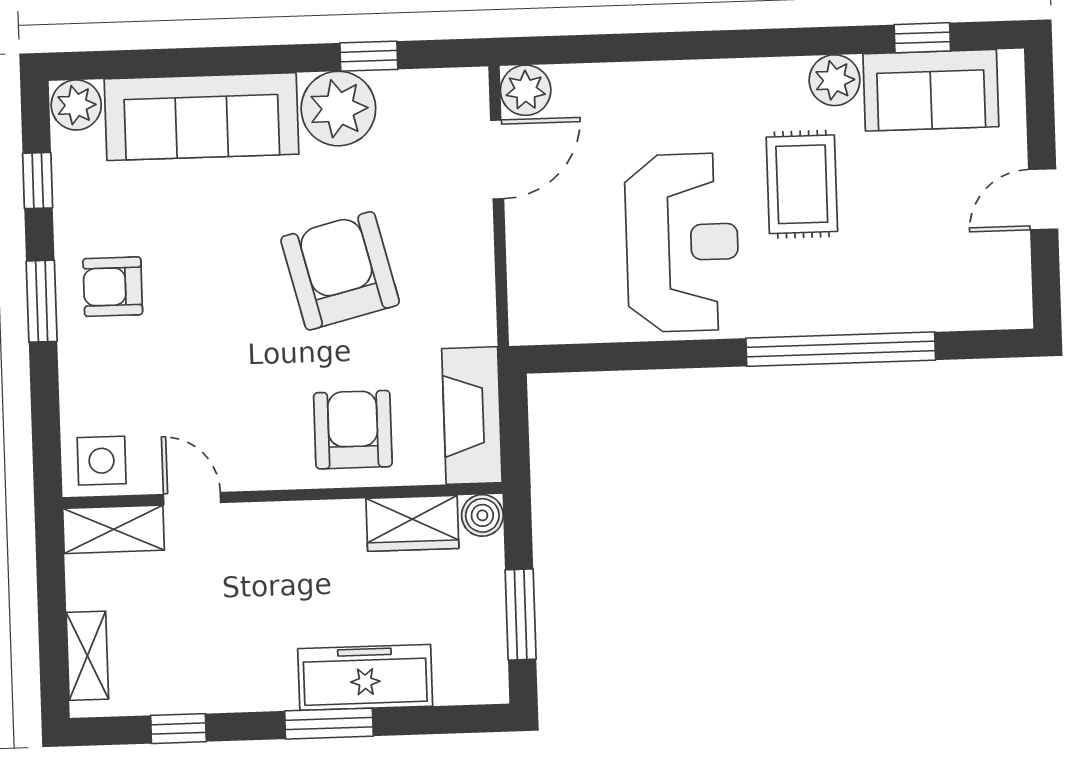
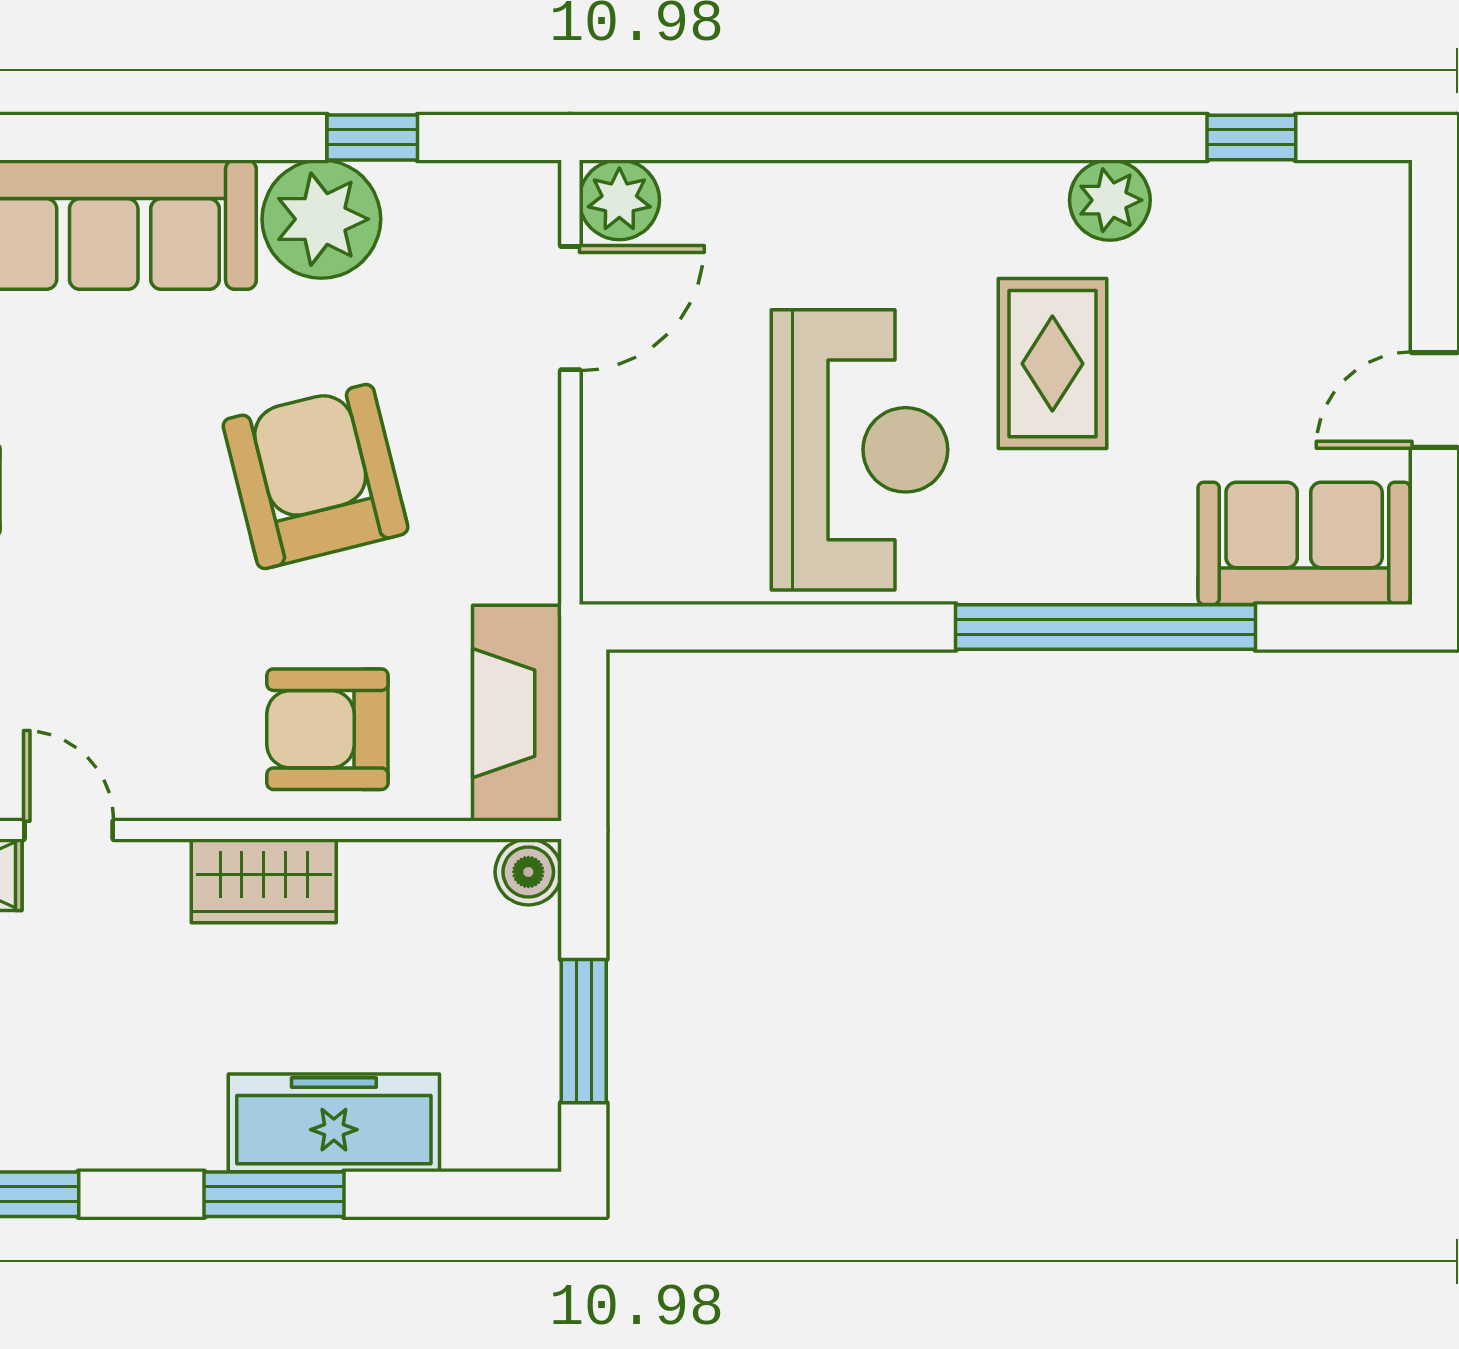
sofa: (931, 90) -> (1304, 543), moved, turned 180
armchair: (353, 430) -> (327, 729), turned -90
wardrobe: (412, 523) -> (264, 881), moved

